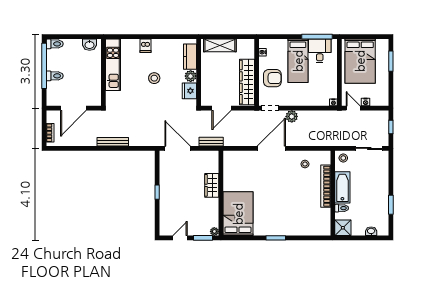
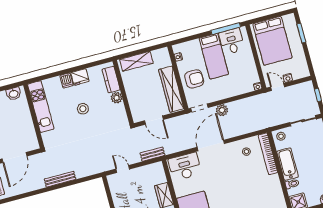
fridge: (189, 91) -> (80, 77), moved, turned -90
door: (222, 108) -> (154, 120), hinge flipped
door: (178, 148) -> (123, 169), width x0.53
desk: (240, 163) -> (185, 167), added
bookcase: (326, 186) -> (268, 154), moved

